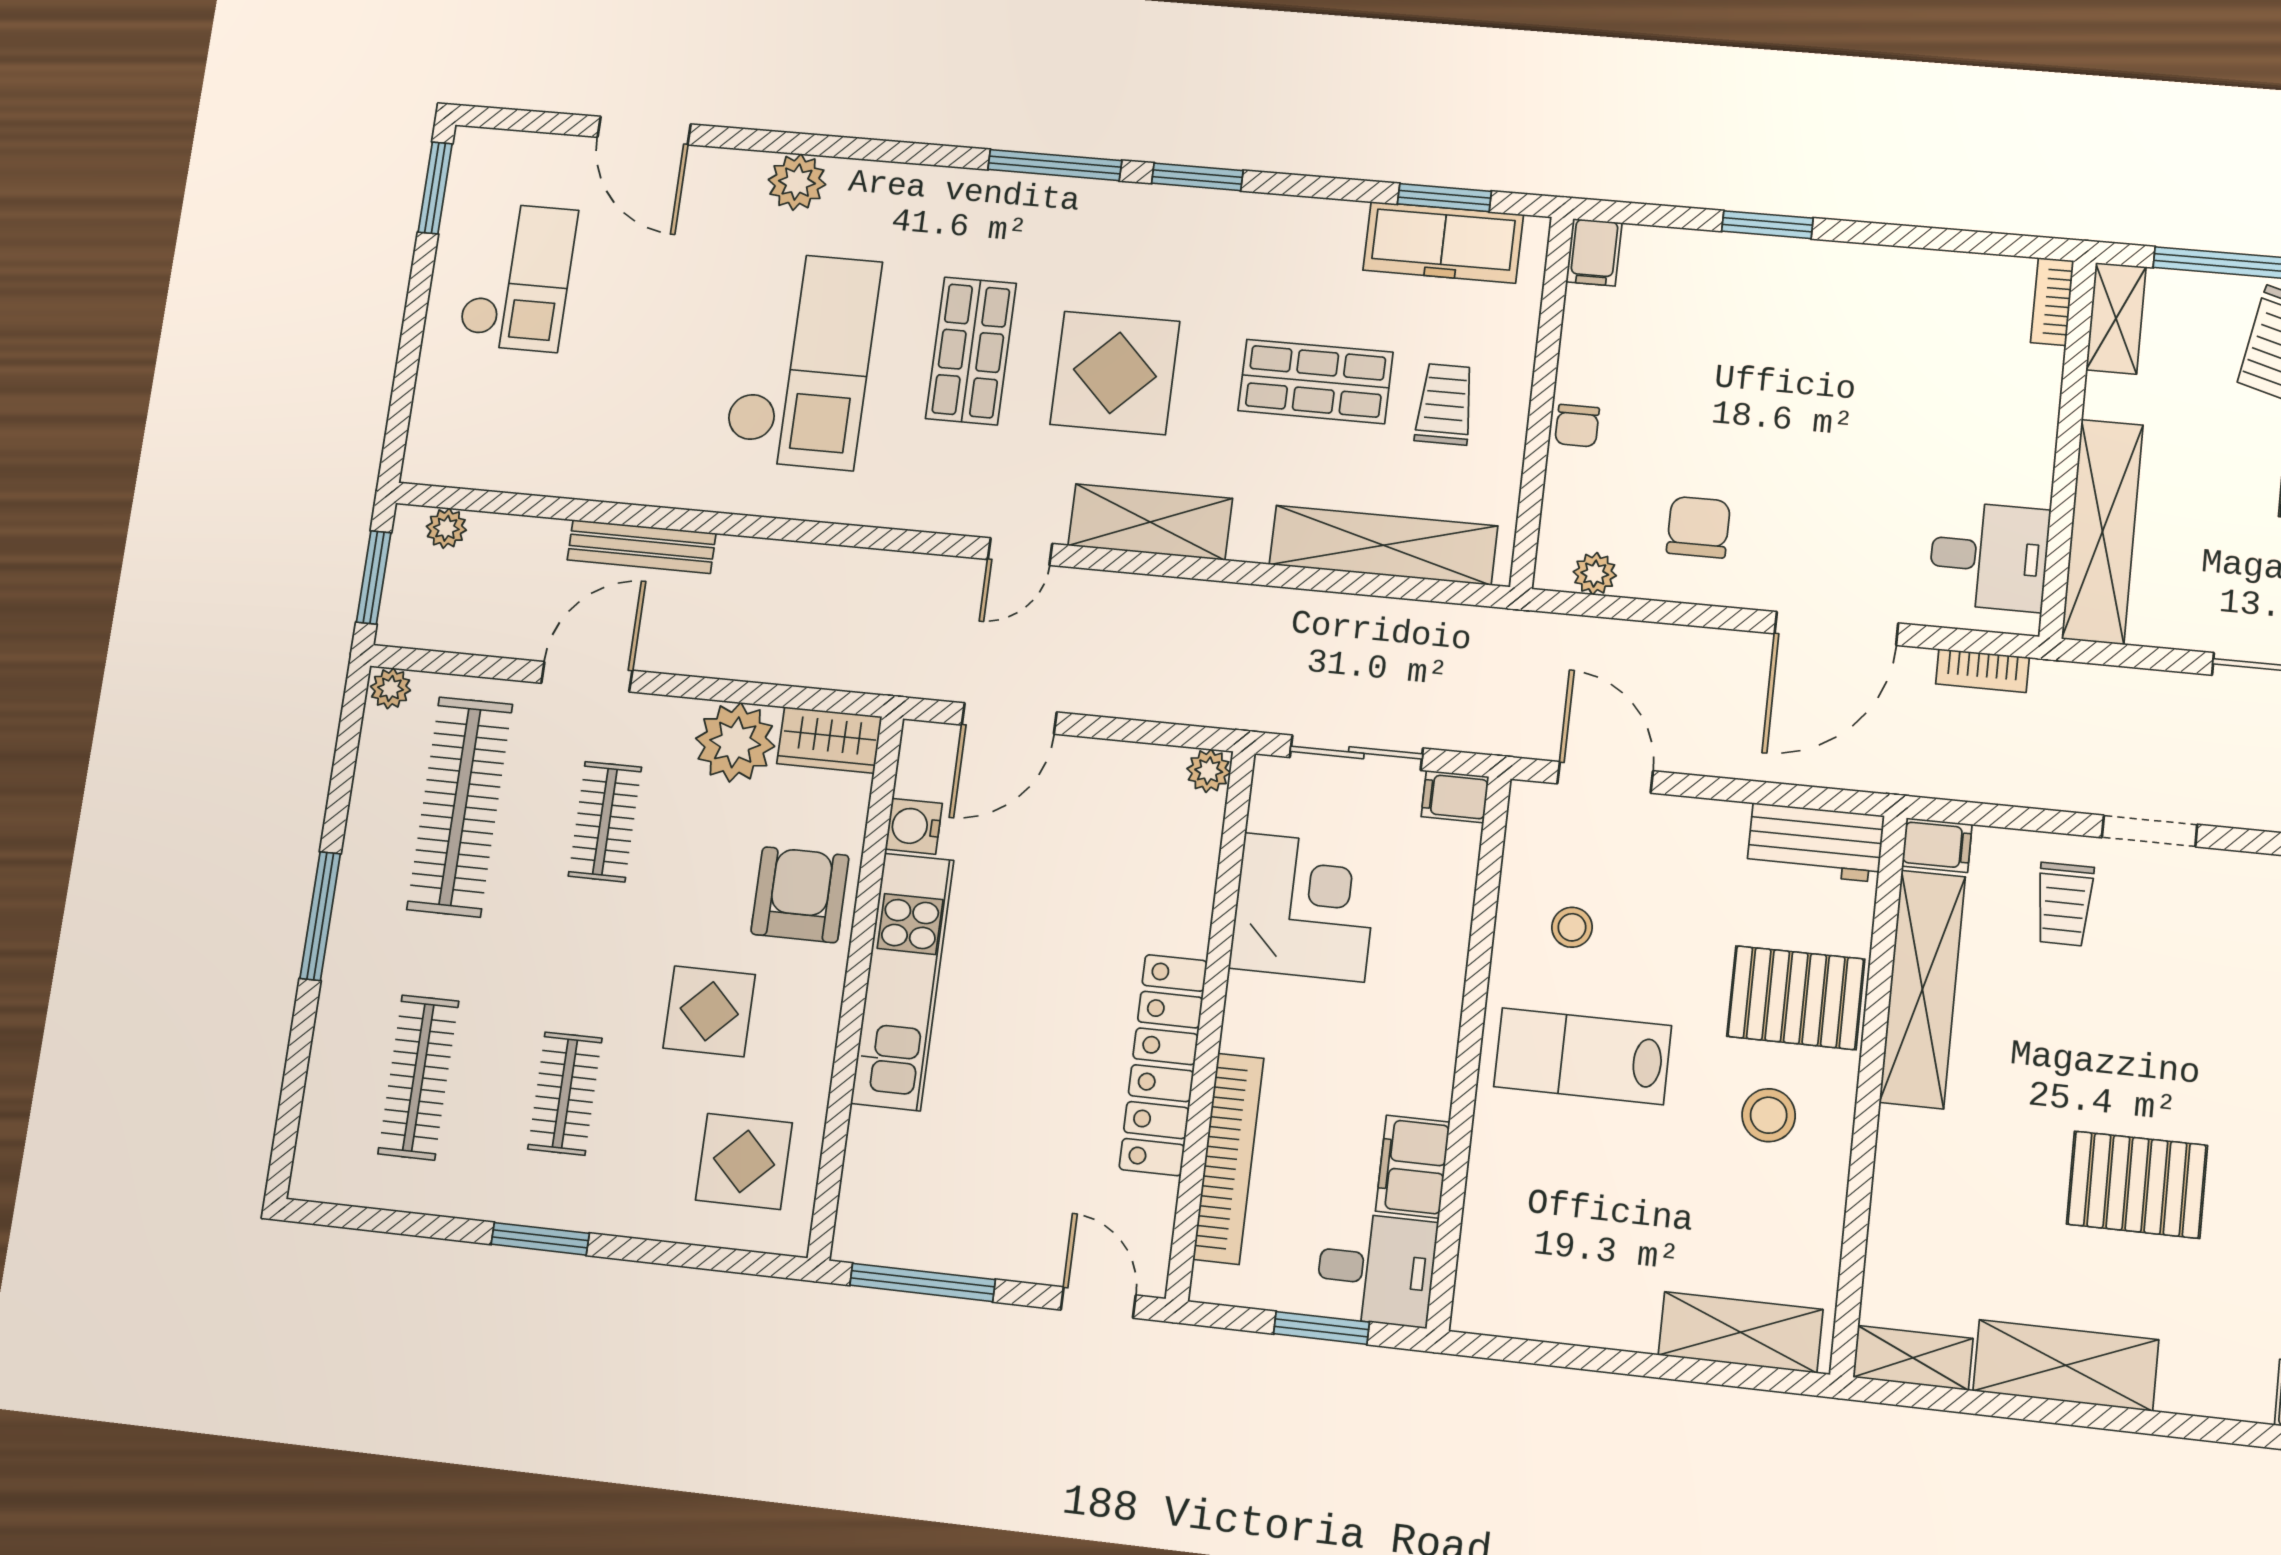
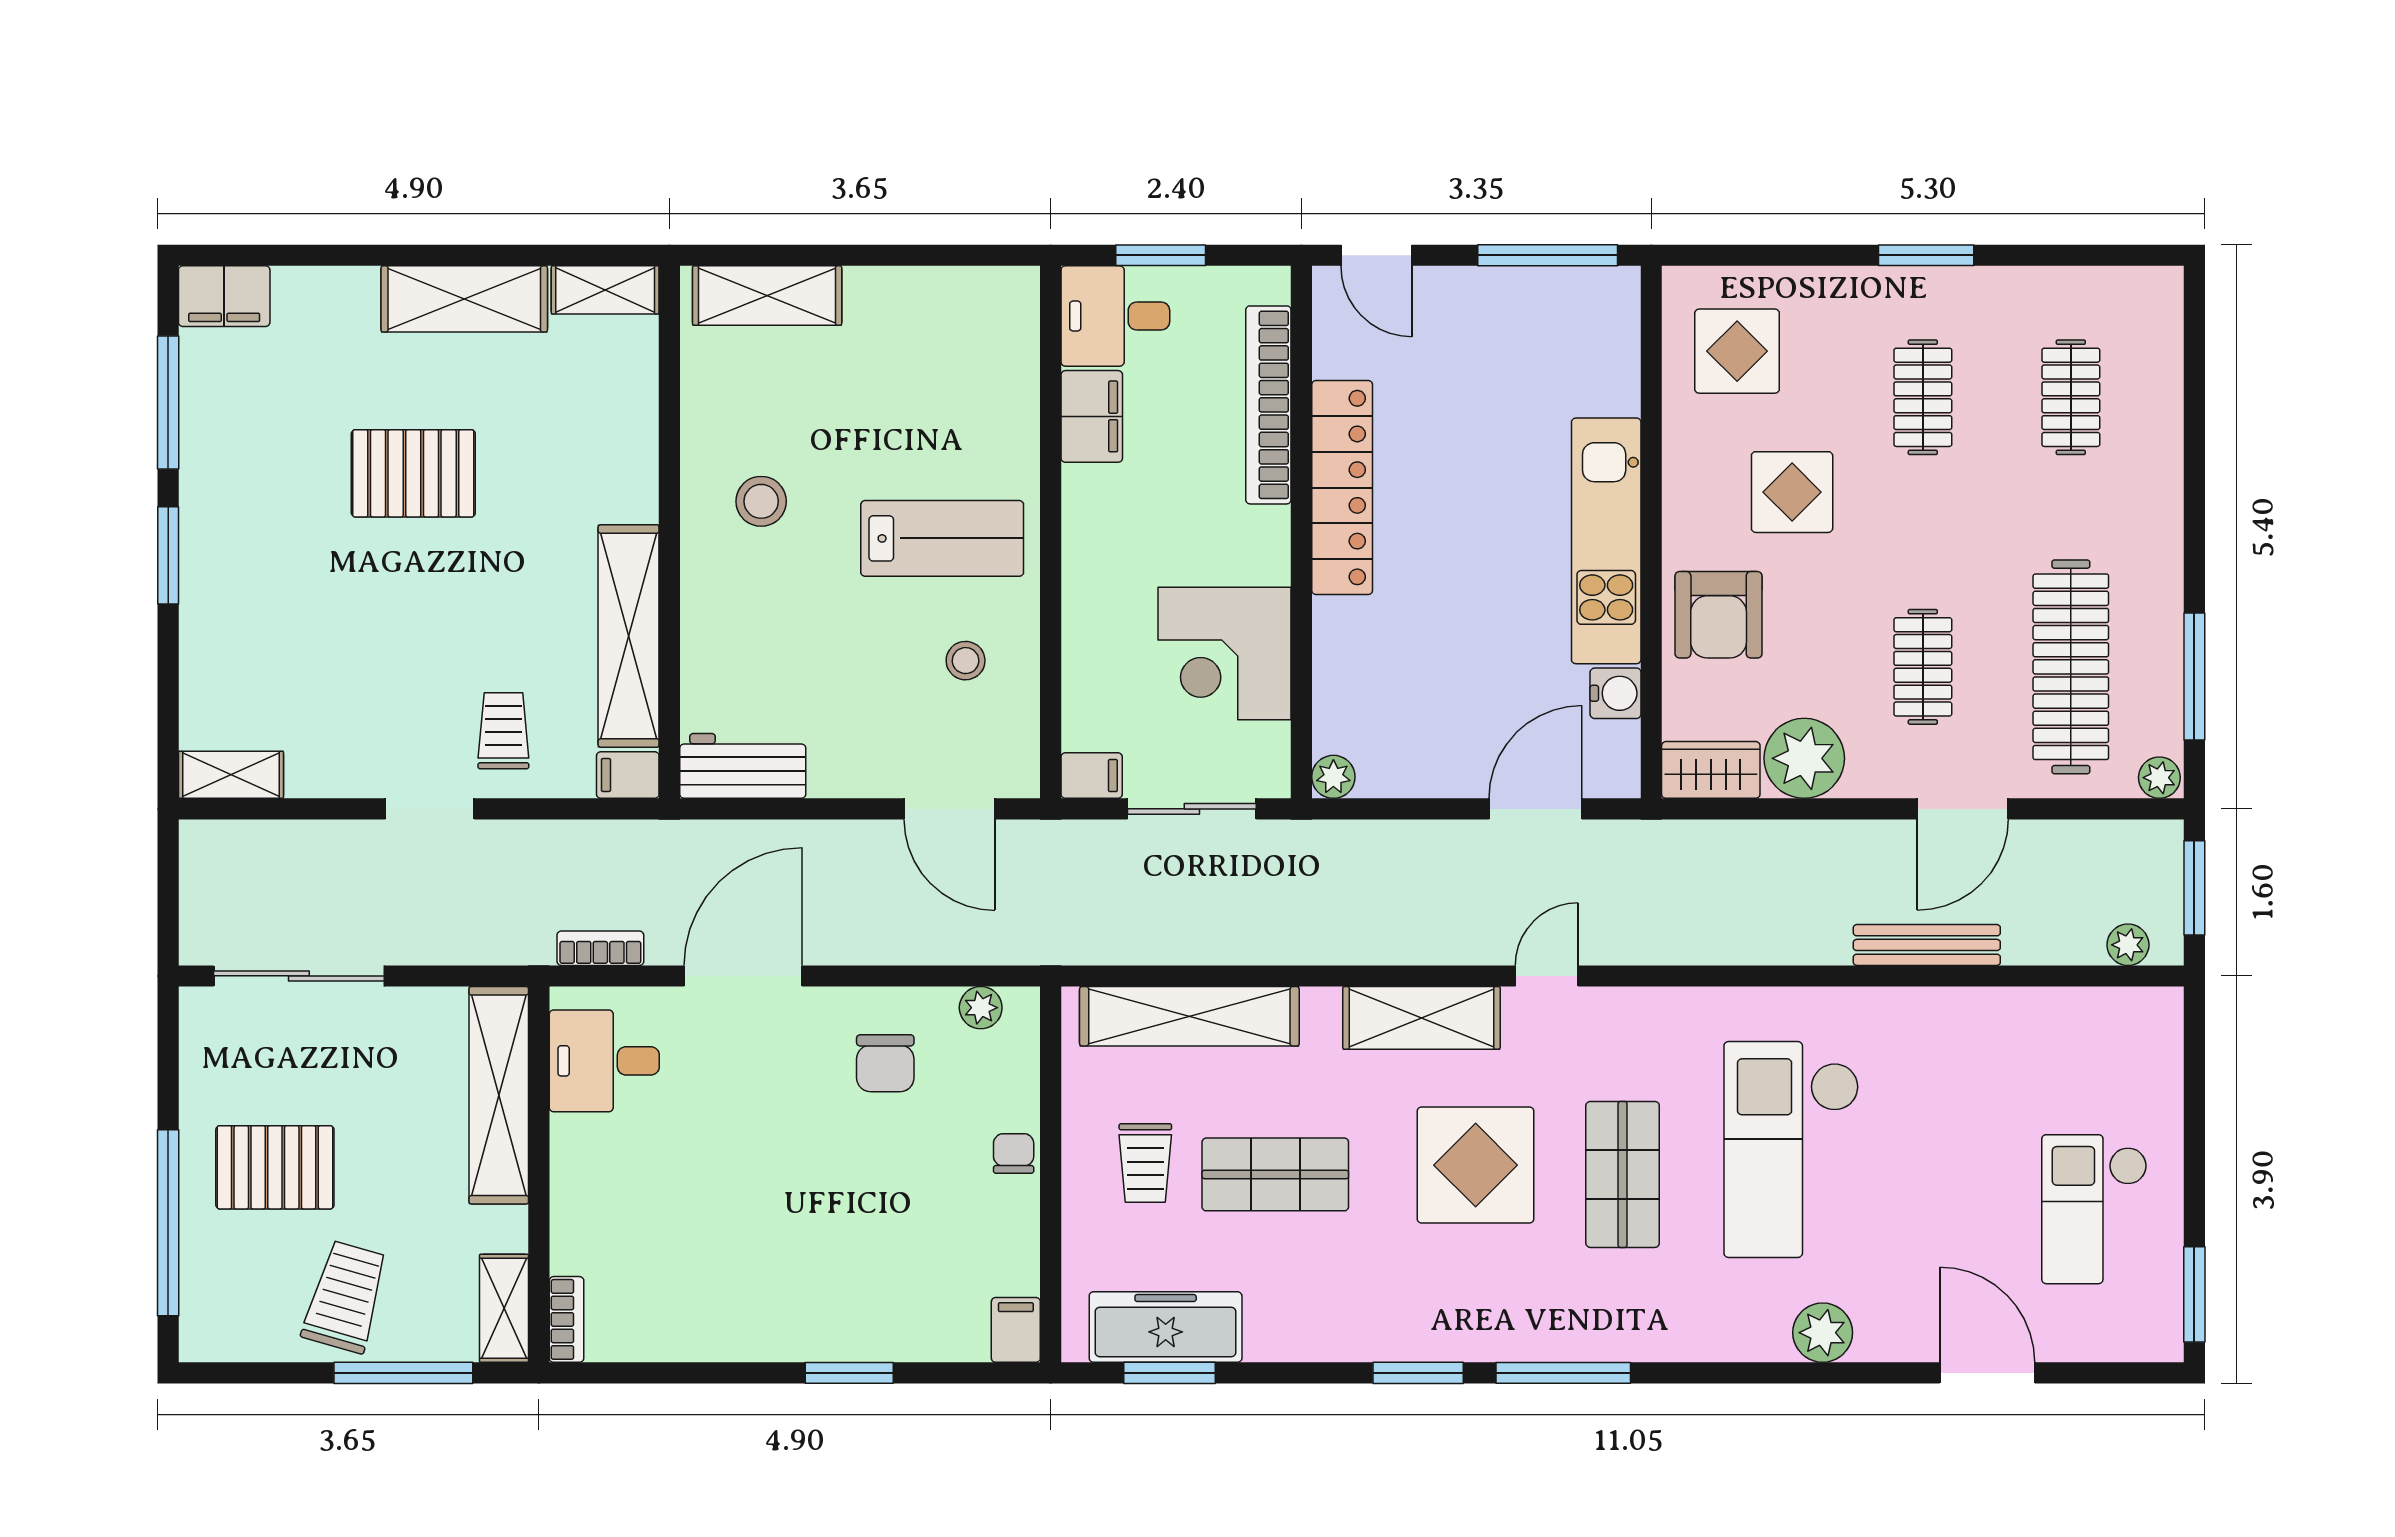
window: (320, 916) -> (2194, 677), moved
pallet: (1796, 998) -> (747, 615), removed
clothes rail: (418, 1077) -> (2071, 397), width x0.73

